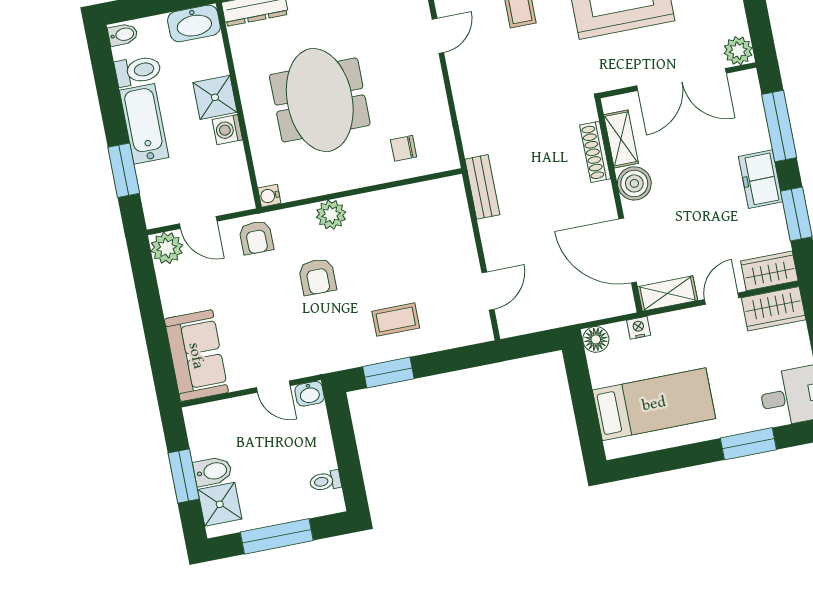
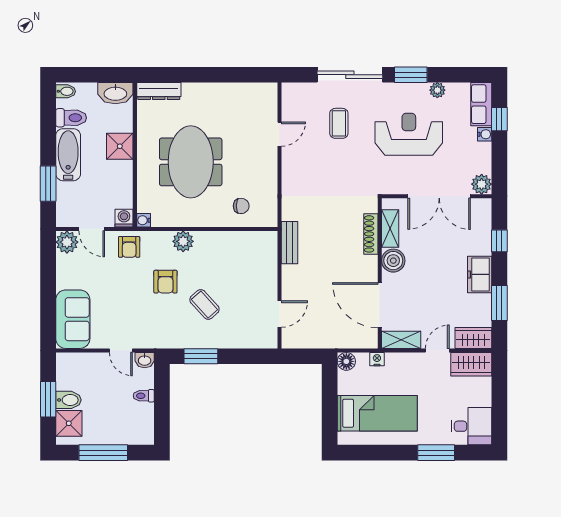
window: (779, 126) -> (499, 241), width x0.46
washing machine: (227, 130) -> (124, 218), moved, turned 90
chair: (404, 148) -> (241, 206), turned 180
coffee table: (396, 320) -> (204, 304), moved, turned 48
toilet: (325, 481) -> (144, 396), moved

